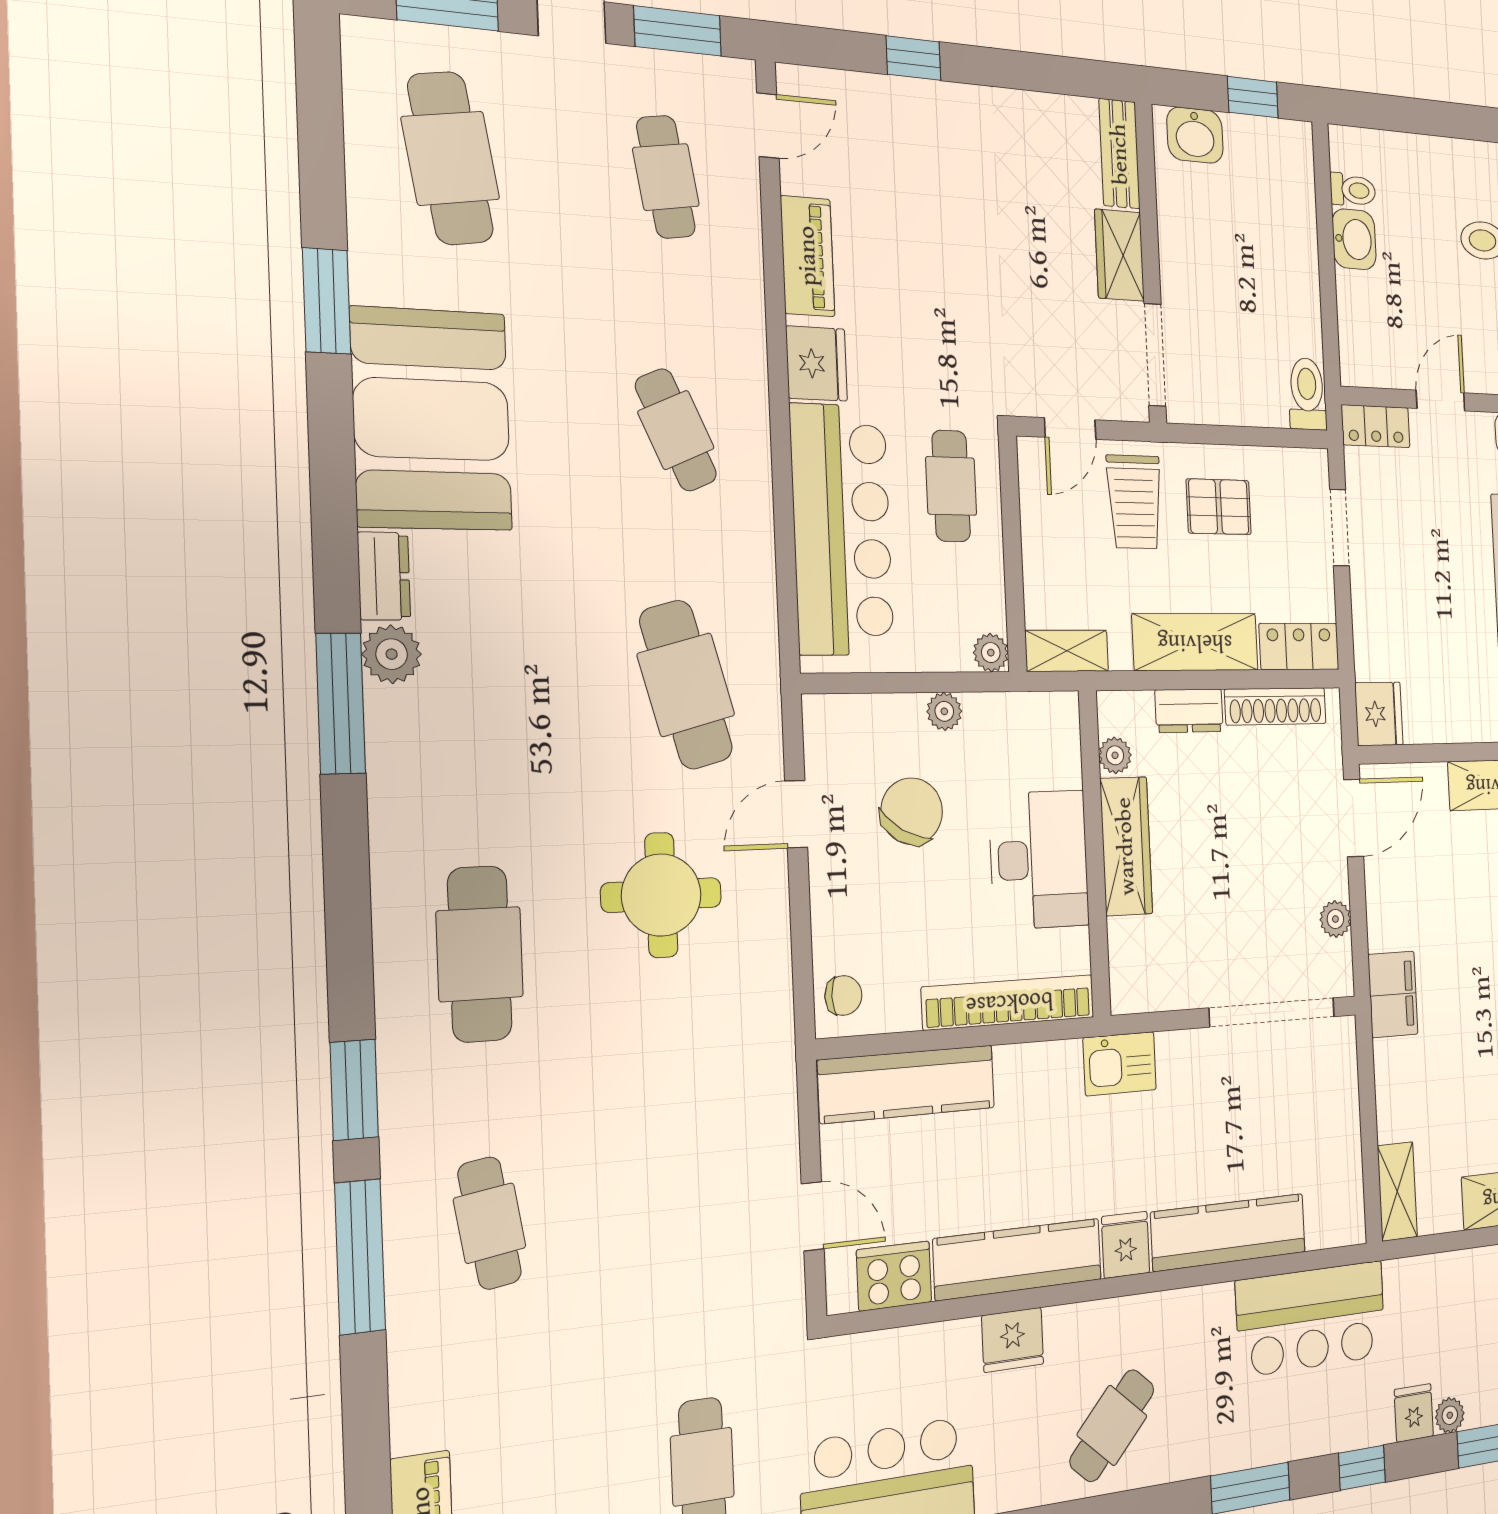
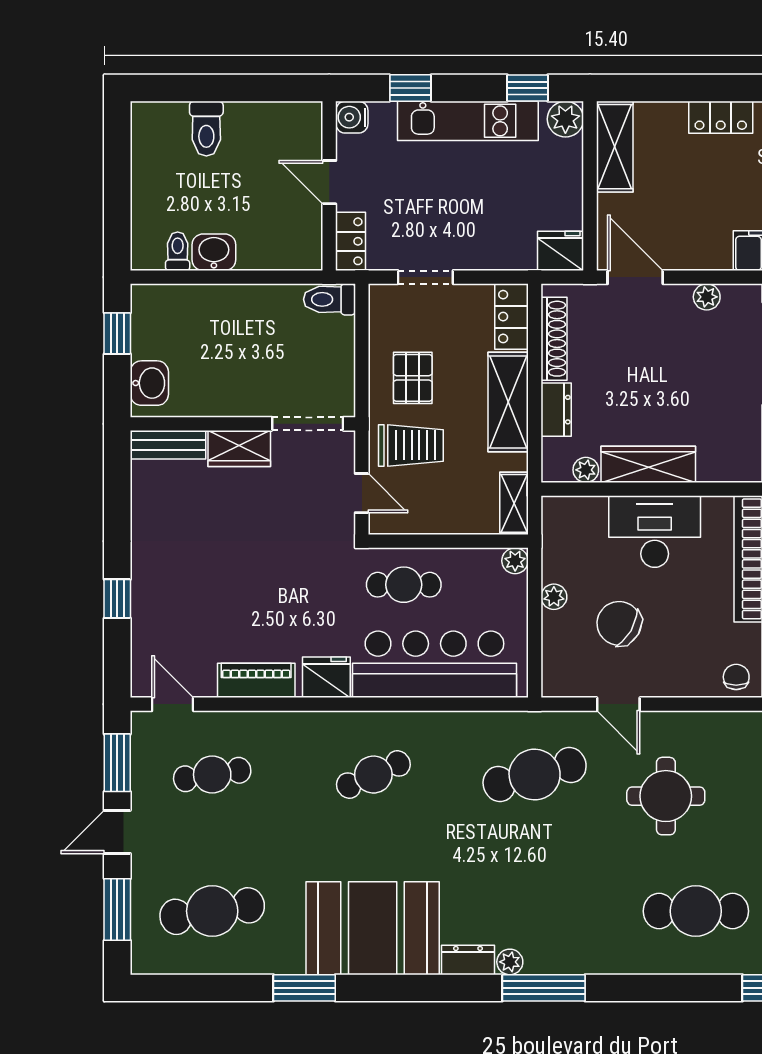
plant: (392, 654) -> (510, 962), width x0.73, depth x0.73

